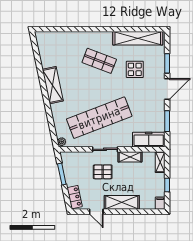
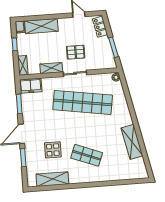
shelving: (138, 38) -> (52, 179), width x0.68
shelving: (53, 85) -> (132, 142), moved
shop shelf: (99, 118) -> (83, 102), turned 30
freezer: (149, 140) -> (31, 86), width x0.71
shelving: (122, 202) -> (41, 26), moved

